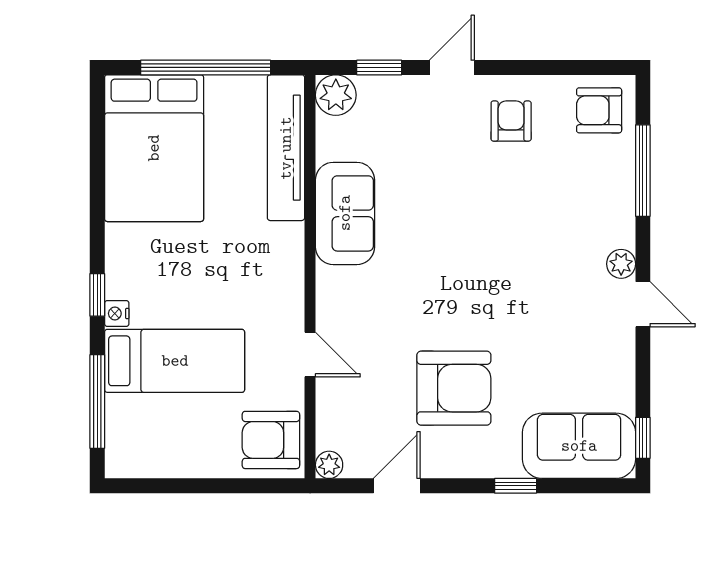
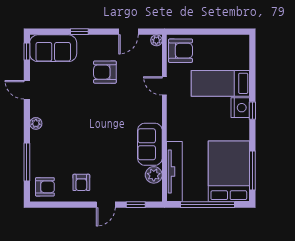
plant: (336, 95) -> (154, 175), moved
door: (643, 304) -> (27, 90), moved
nightstand: (117, 313) -> (240, 108), width x1.89, depth x1.79
armchair: (454, 388) -> (105, 72), width x0.73, depth x0.73
window: (97, 401) -> (252, 171), moved

